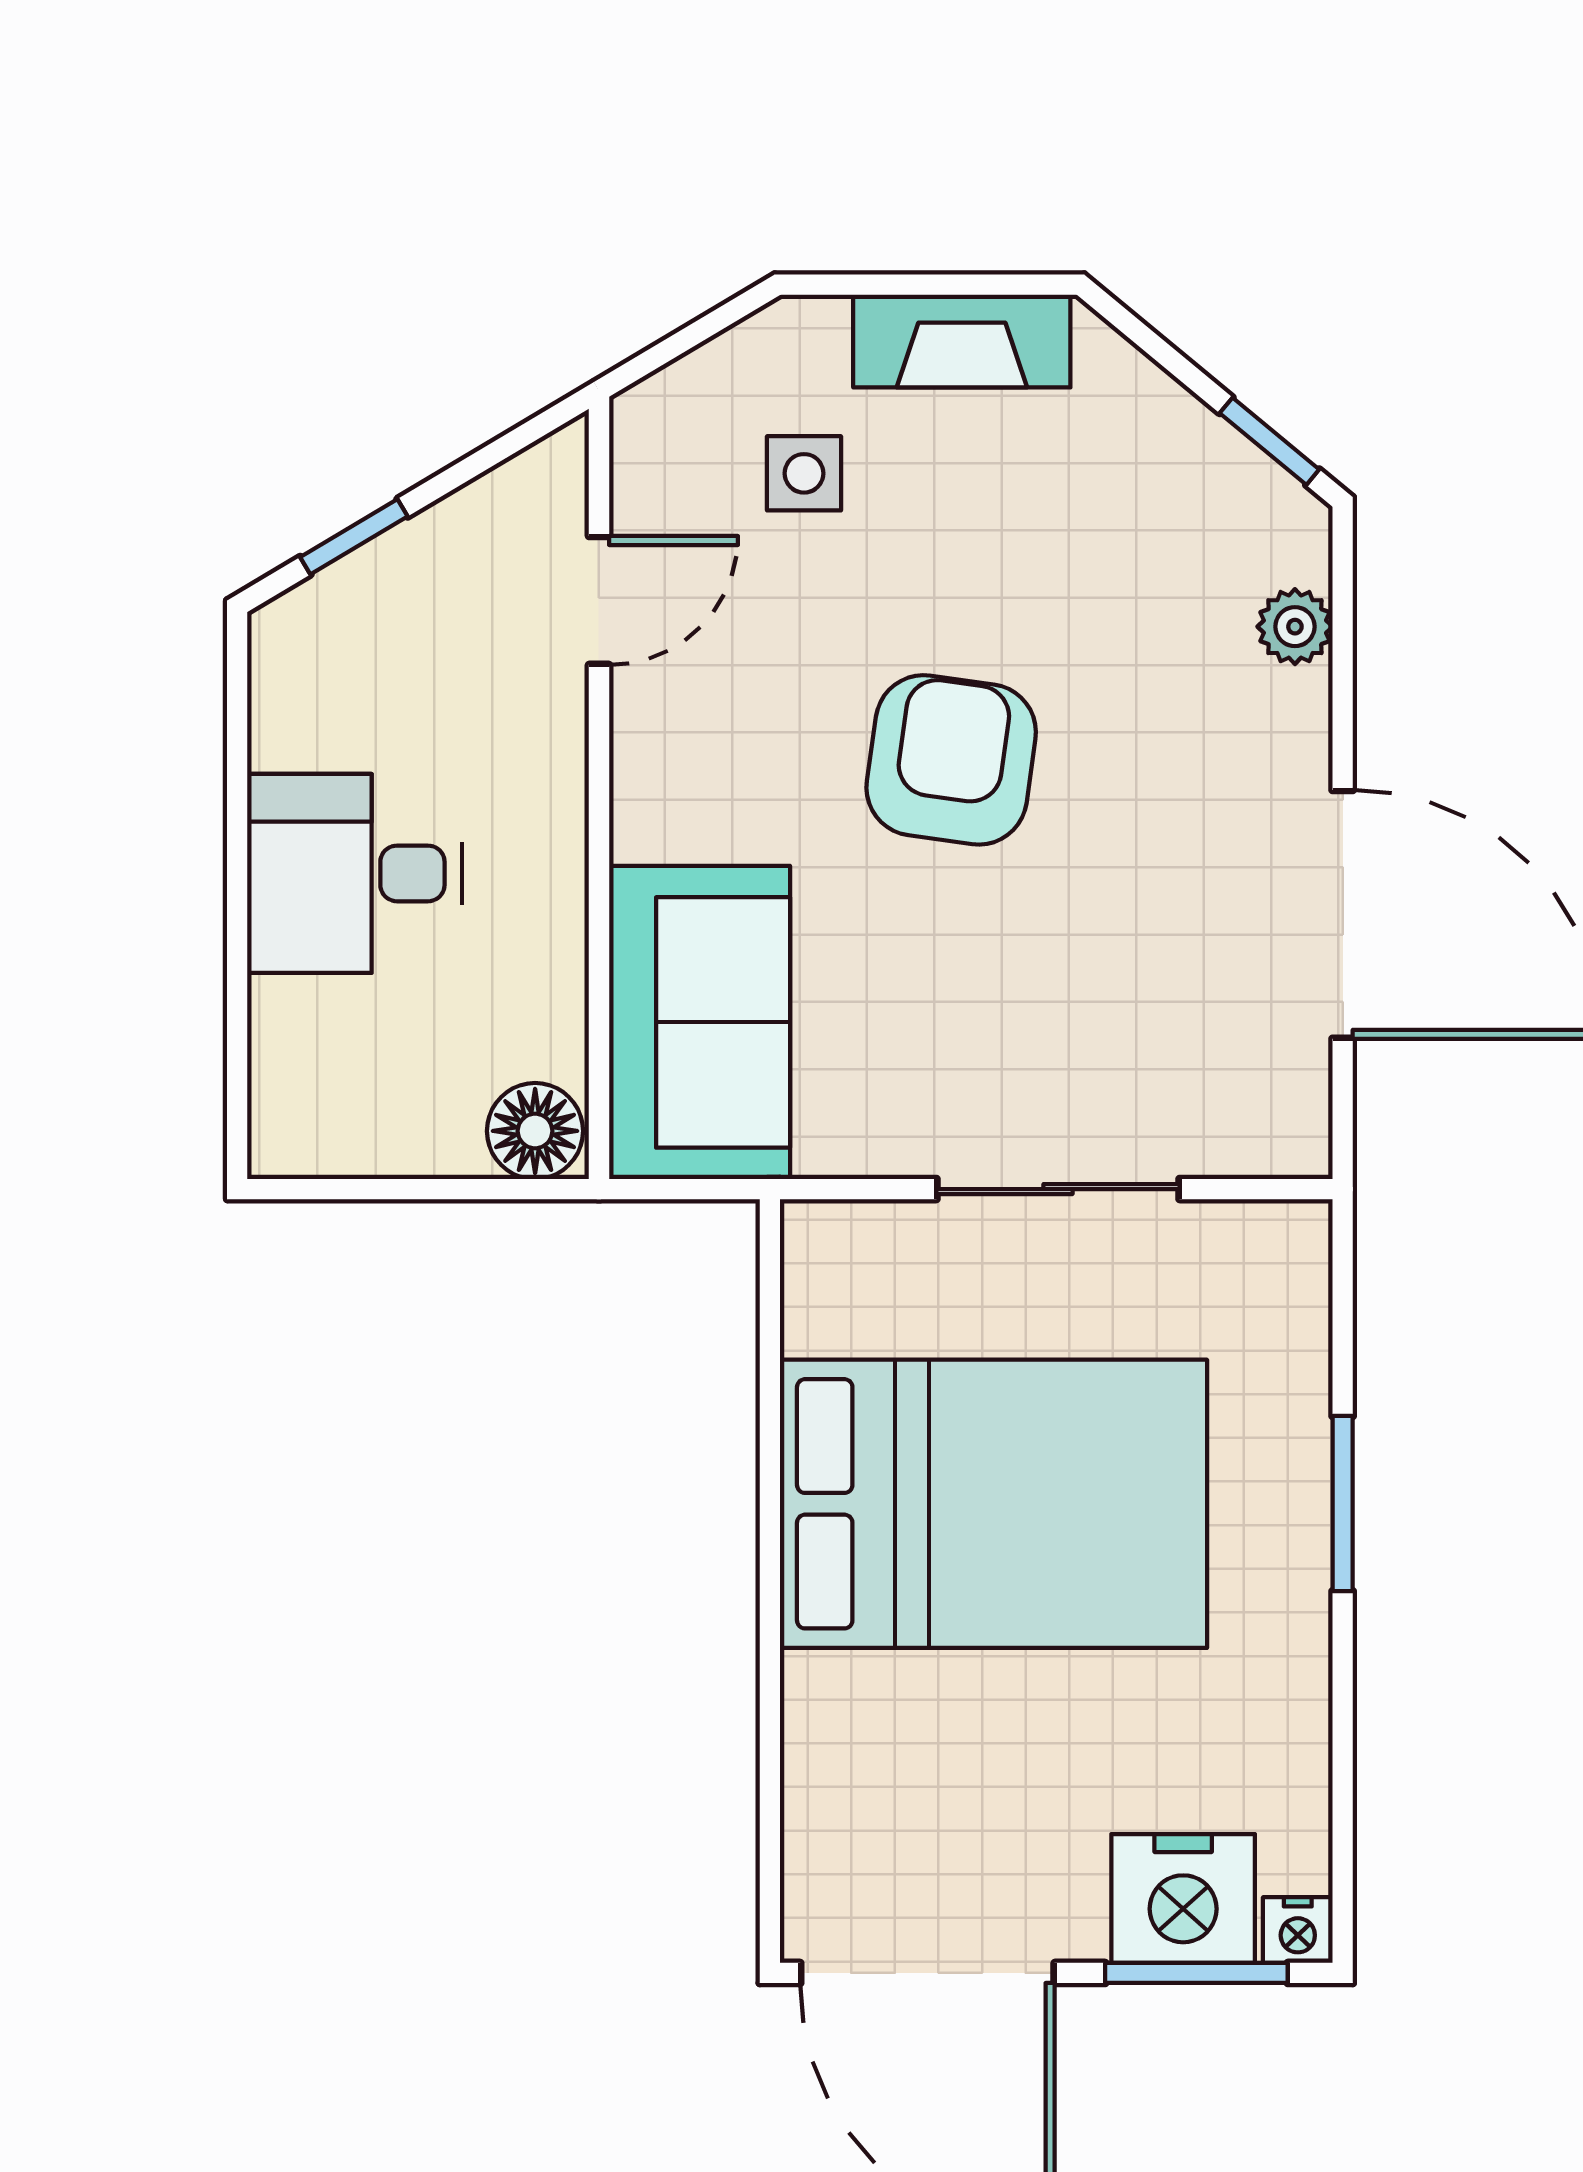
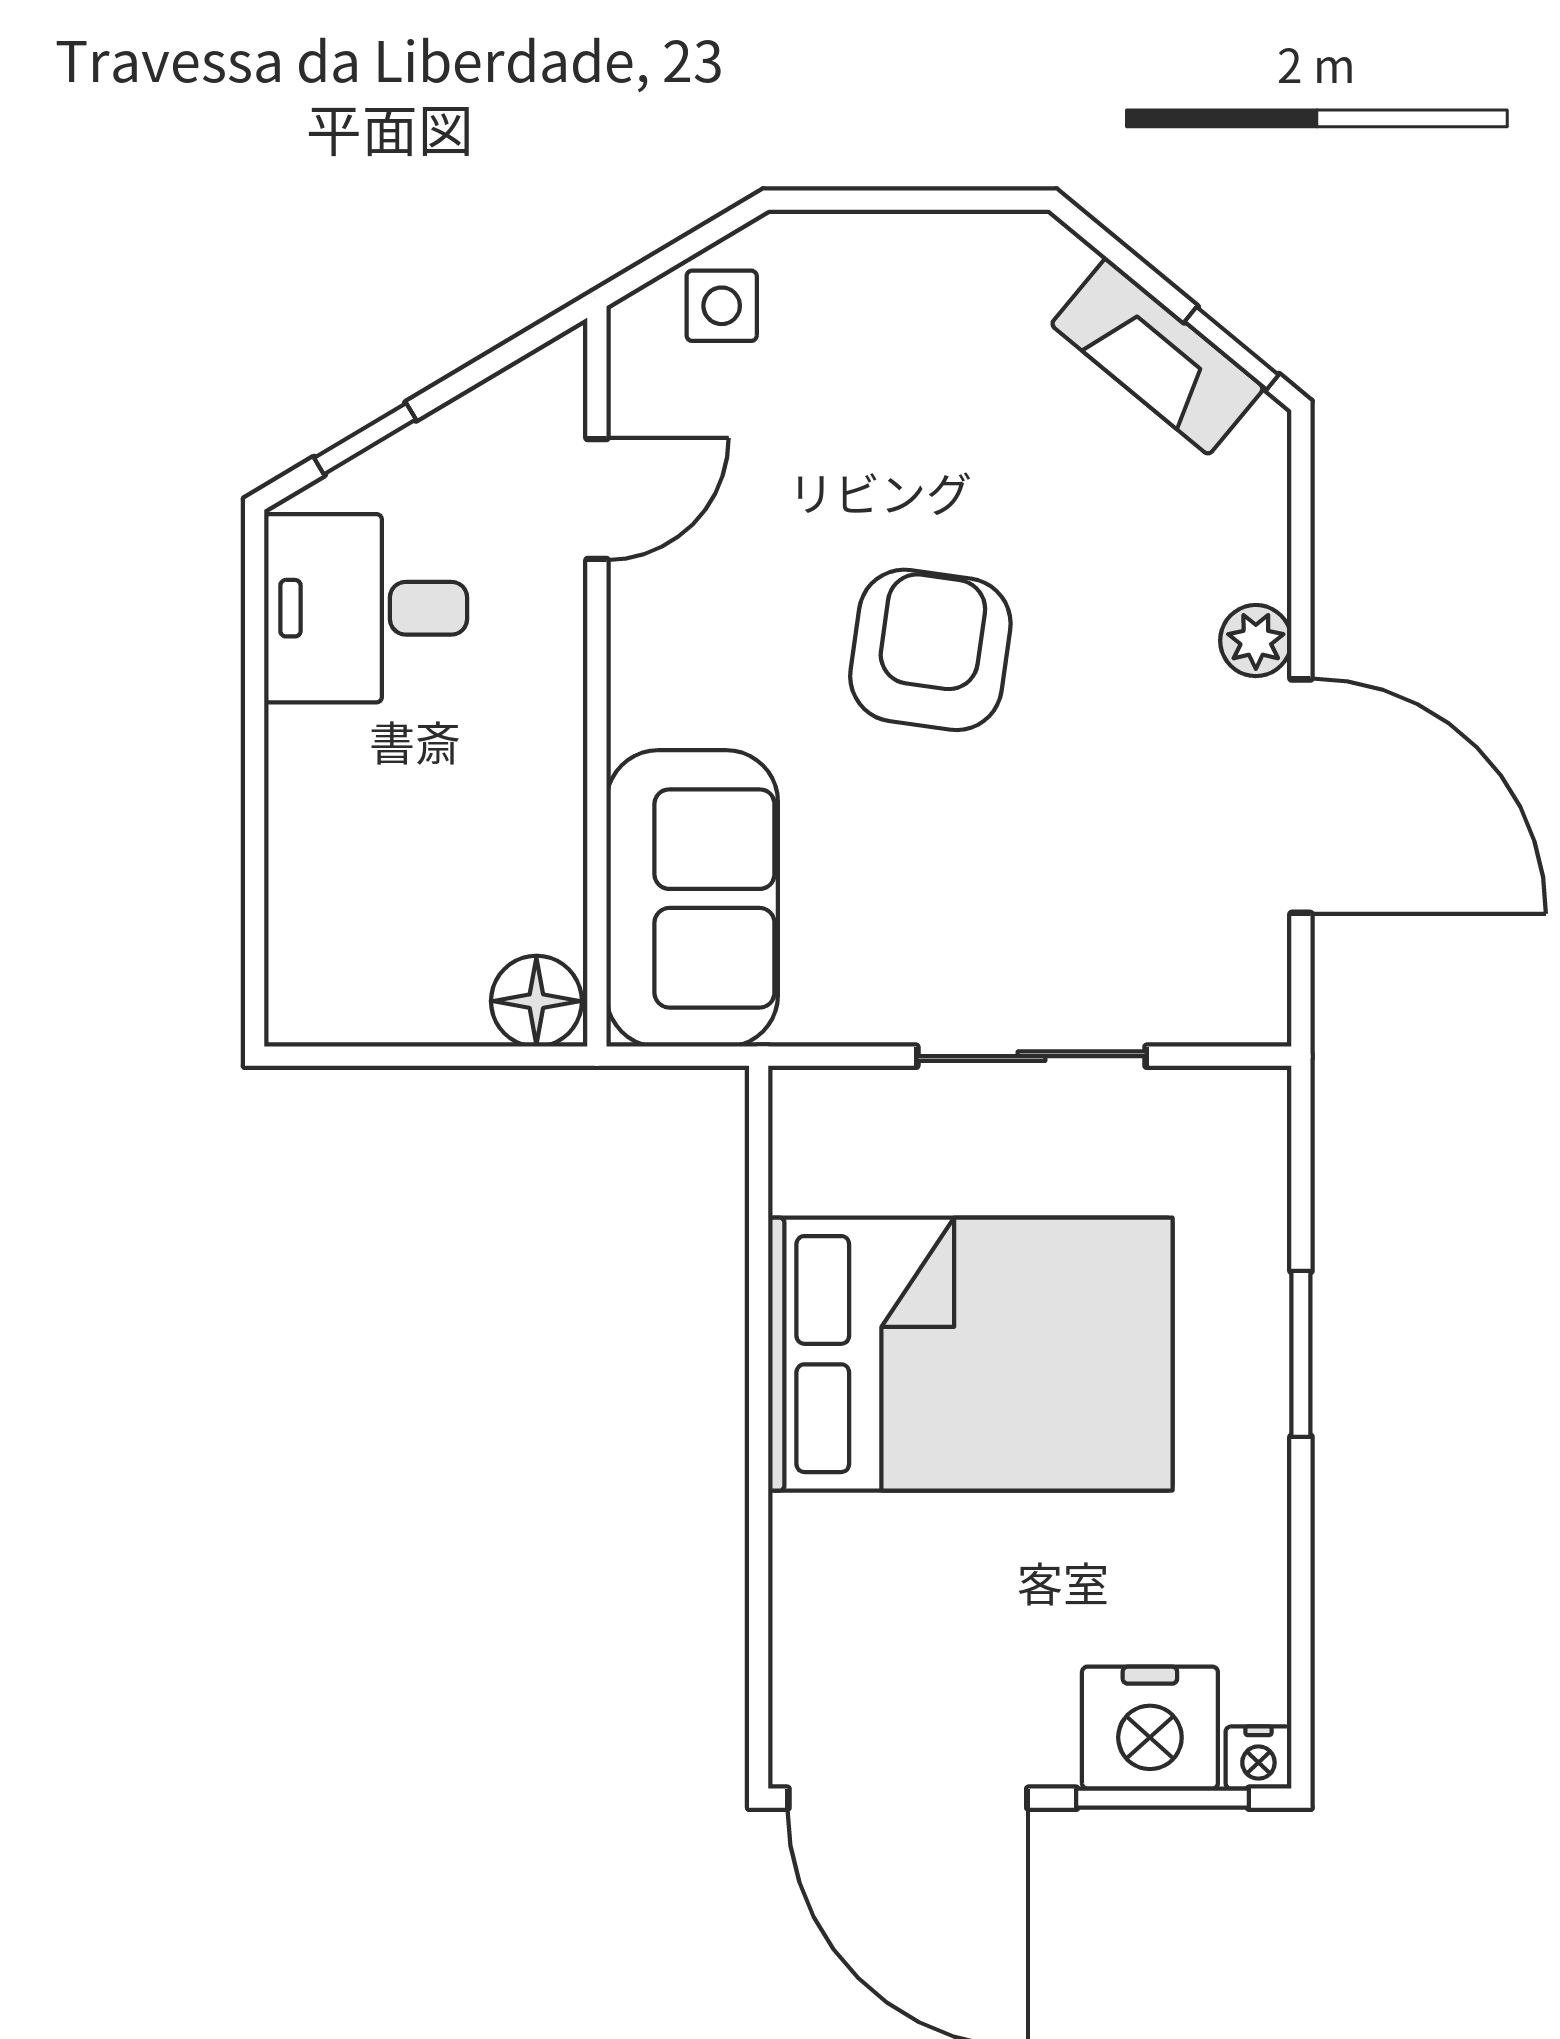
fireplace: (962, 341) -> (1157, 356), moved, turned 40
side table: (804, 473) -> (722, 306), moved
plant: (1295, 627) -> (1256, 641), moved
desk: (355, 873) -> (366, 608), moved

